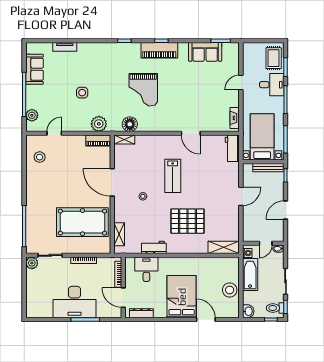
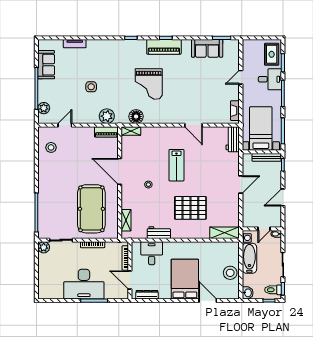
pool table: (82, 222) -> (91, 209), turned 90

